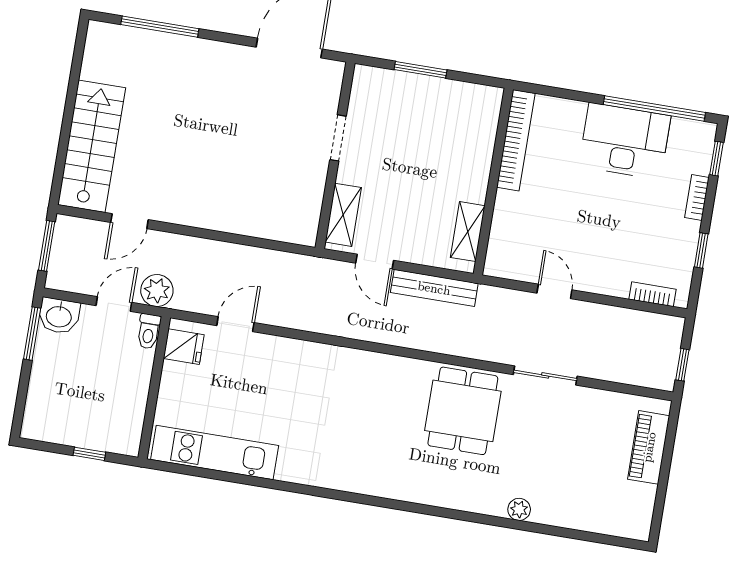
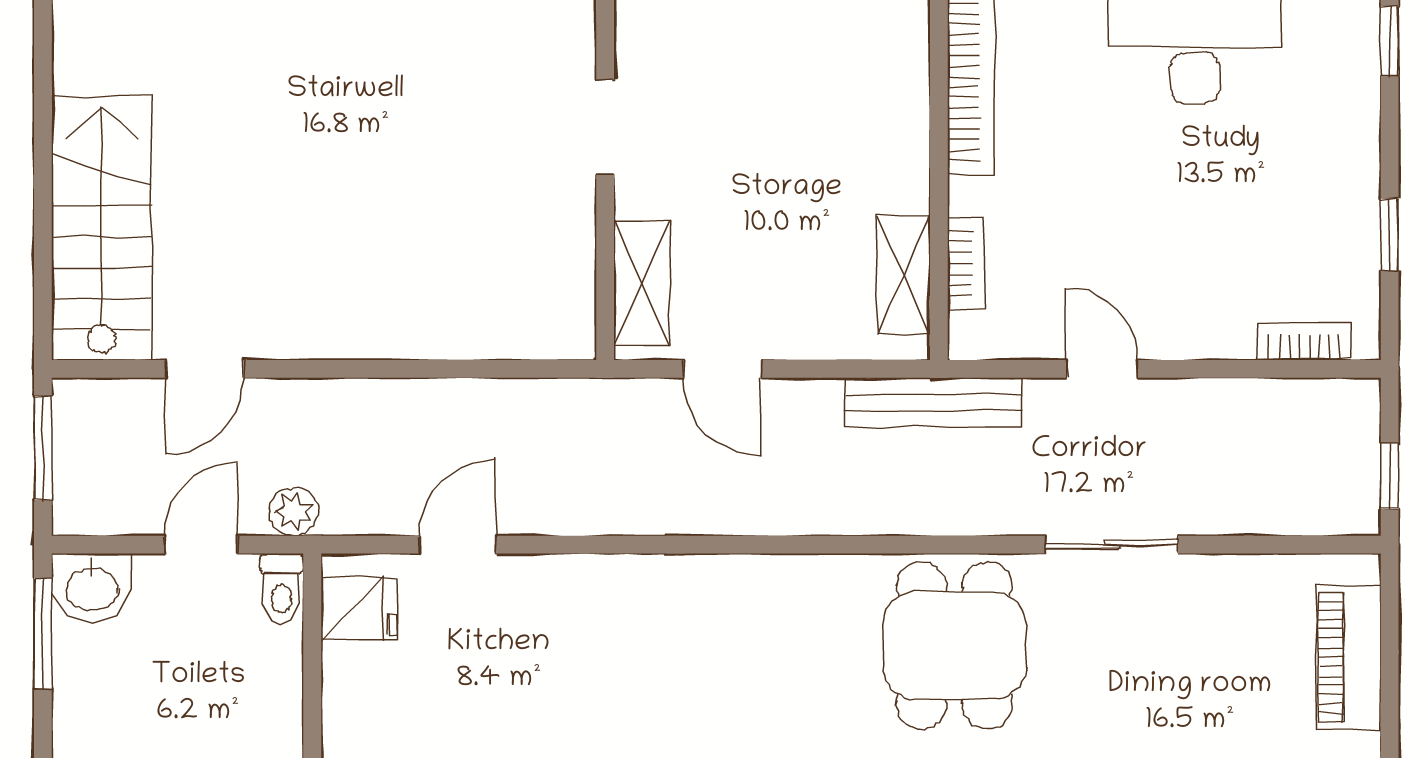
bookcase: (697, 197) -> (966, 264), moved, turned 180
bench: (434, 288) -> (933, 402), moved
plant: (157, 291) -> (294, 511), width x0.73, depth x0.73

